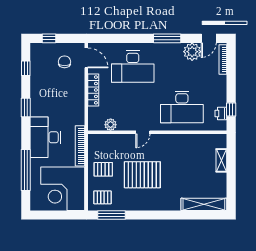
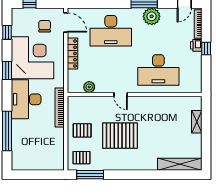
plant: (192, 52) -> (152, 16), moved
window: (231, 110) -> (206, 49), moved
printer: (221, 113) -> (196, 45), moved
door: (143, 132) -> (121, 94), hinge flipped
corner desk: (63, 189) -> (32, 58), moved, turned 180

